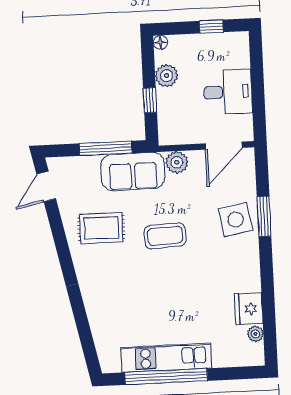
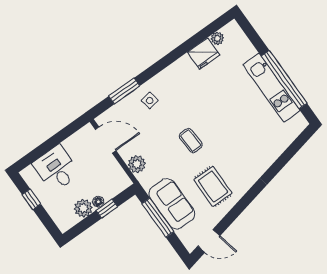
floor lamp: (160, 42) -> (98, 202), moved
desk: (228, 92) -> (56, 169), moved
sofa: (133, 171) -> (172, 204), moved
window: (264, 216) -> (124, 91), moved
side table: (236, 219) -> (150, 100), width x0.54, depth x0.54
coffee table: (165, 236) -> (191, 141), width x0.73, depth x0.77

